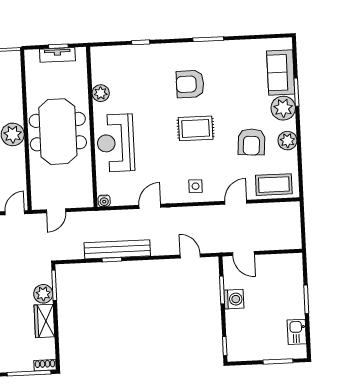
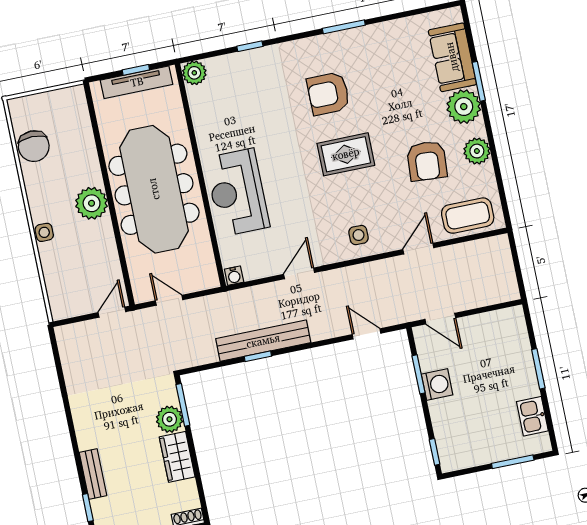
tv unit: (57, 55) -> (137, 82), width x1.41
plant: (101, 93) -> (194, 73), moved
meeting table: (58, 132) -> (154, 189), width x1.36
door: (56, 211) -> (169, 300), swing flipped

